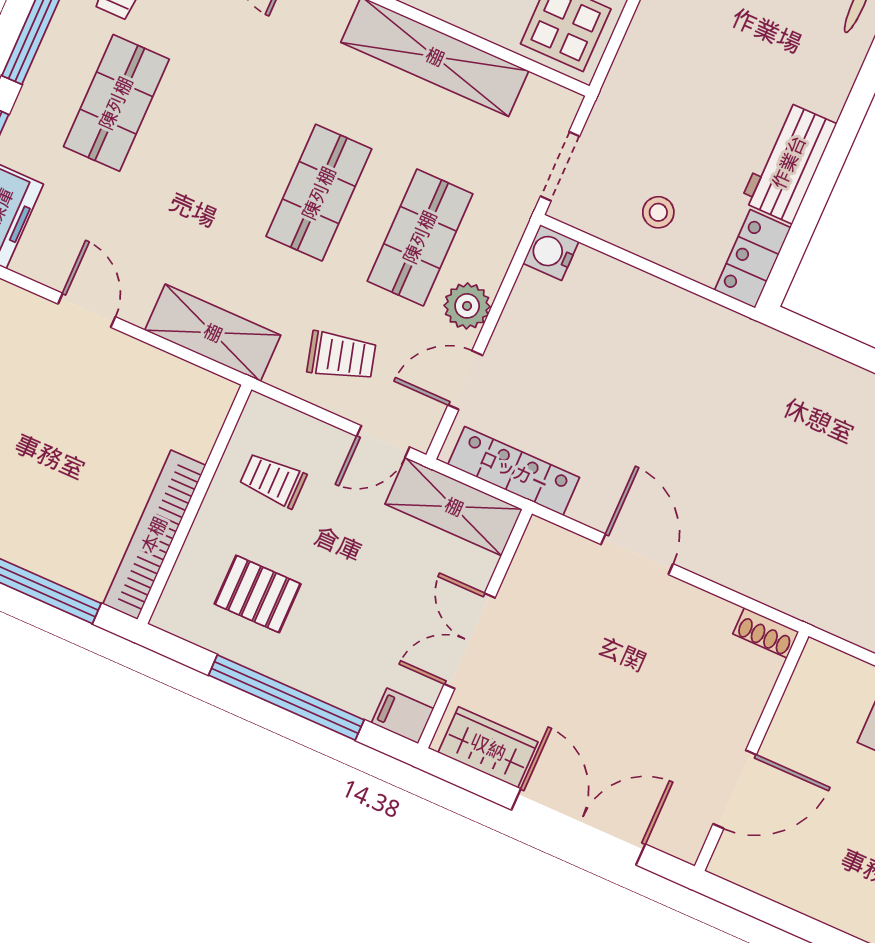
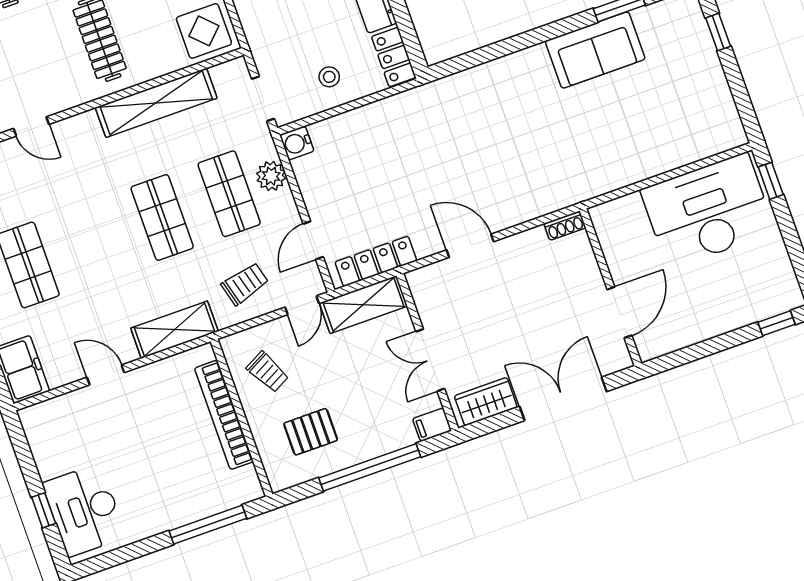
plant: (467, 306) -> (271, 176), moved
trolley: (273, 480) -> (268, 372), turned -118
bookcase: (154, 535) -> (224, 415), moved

